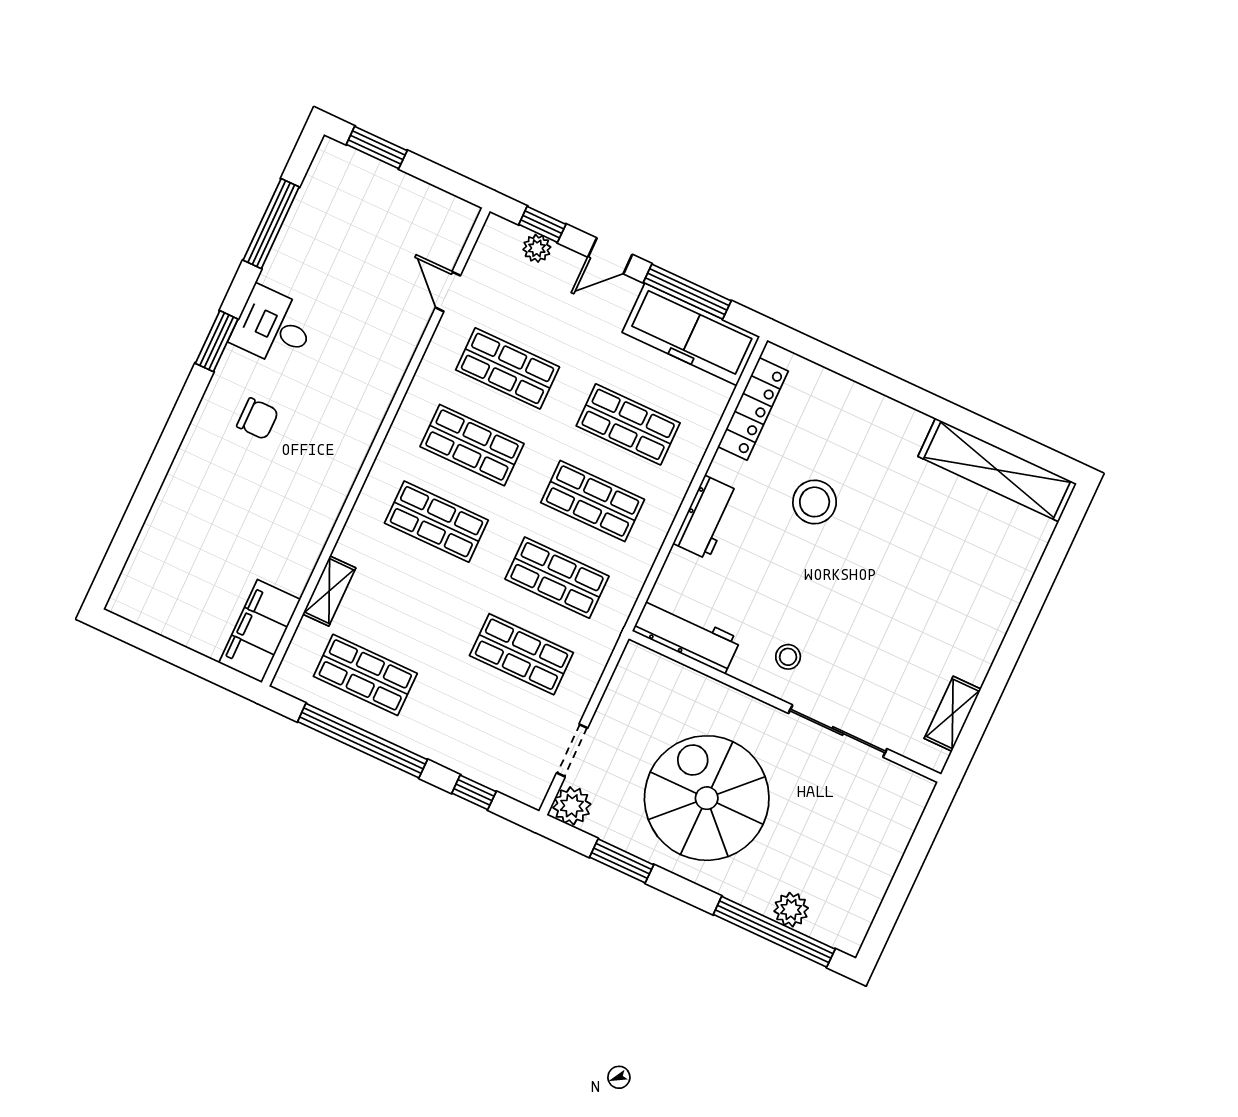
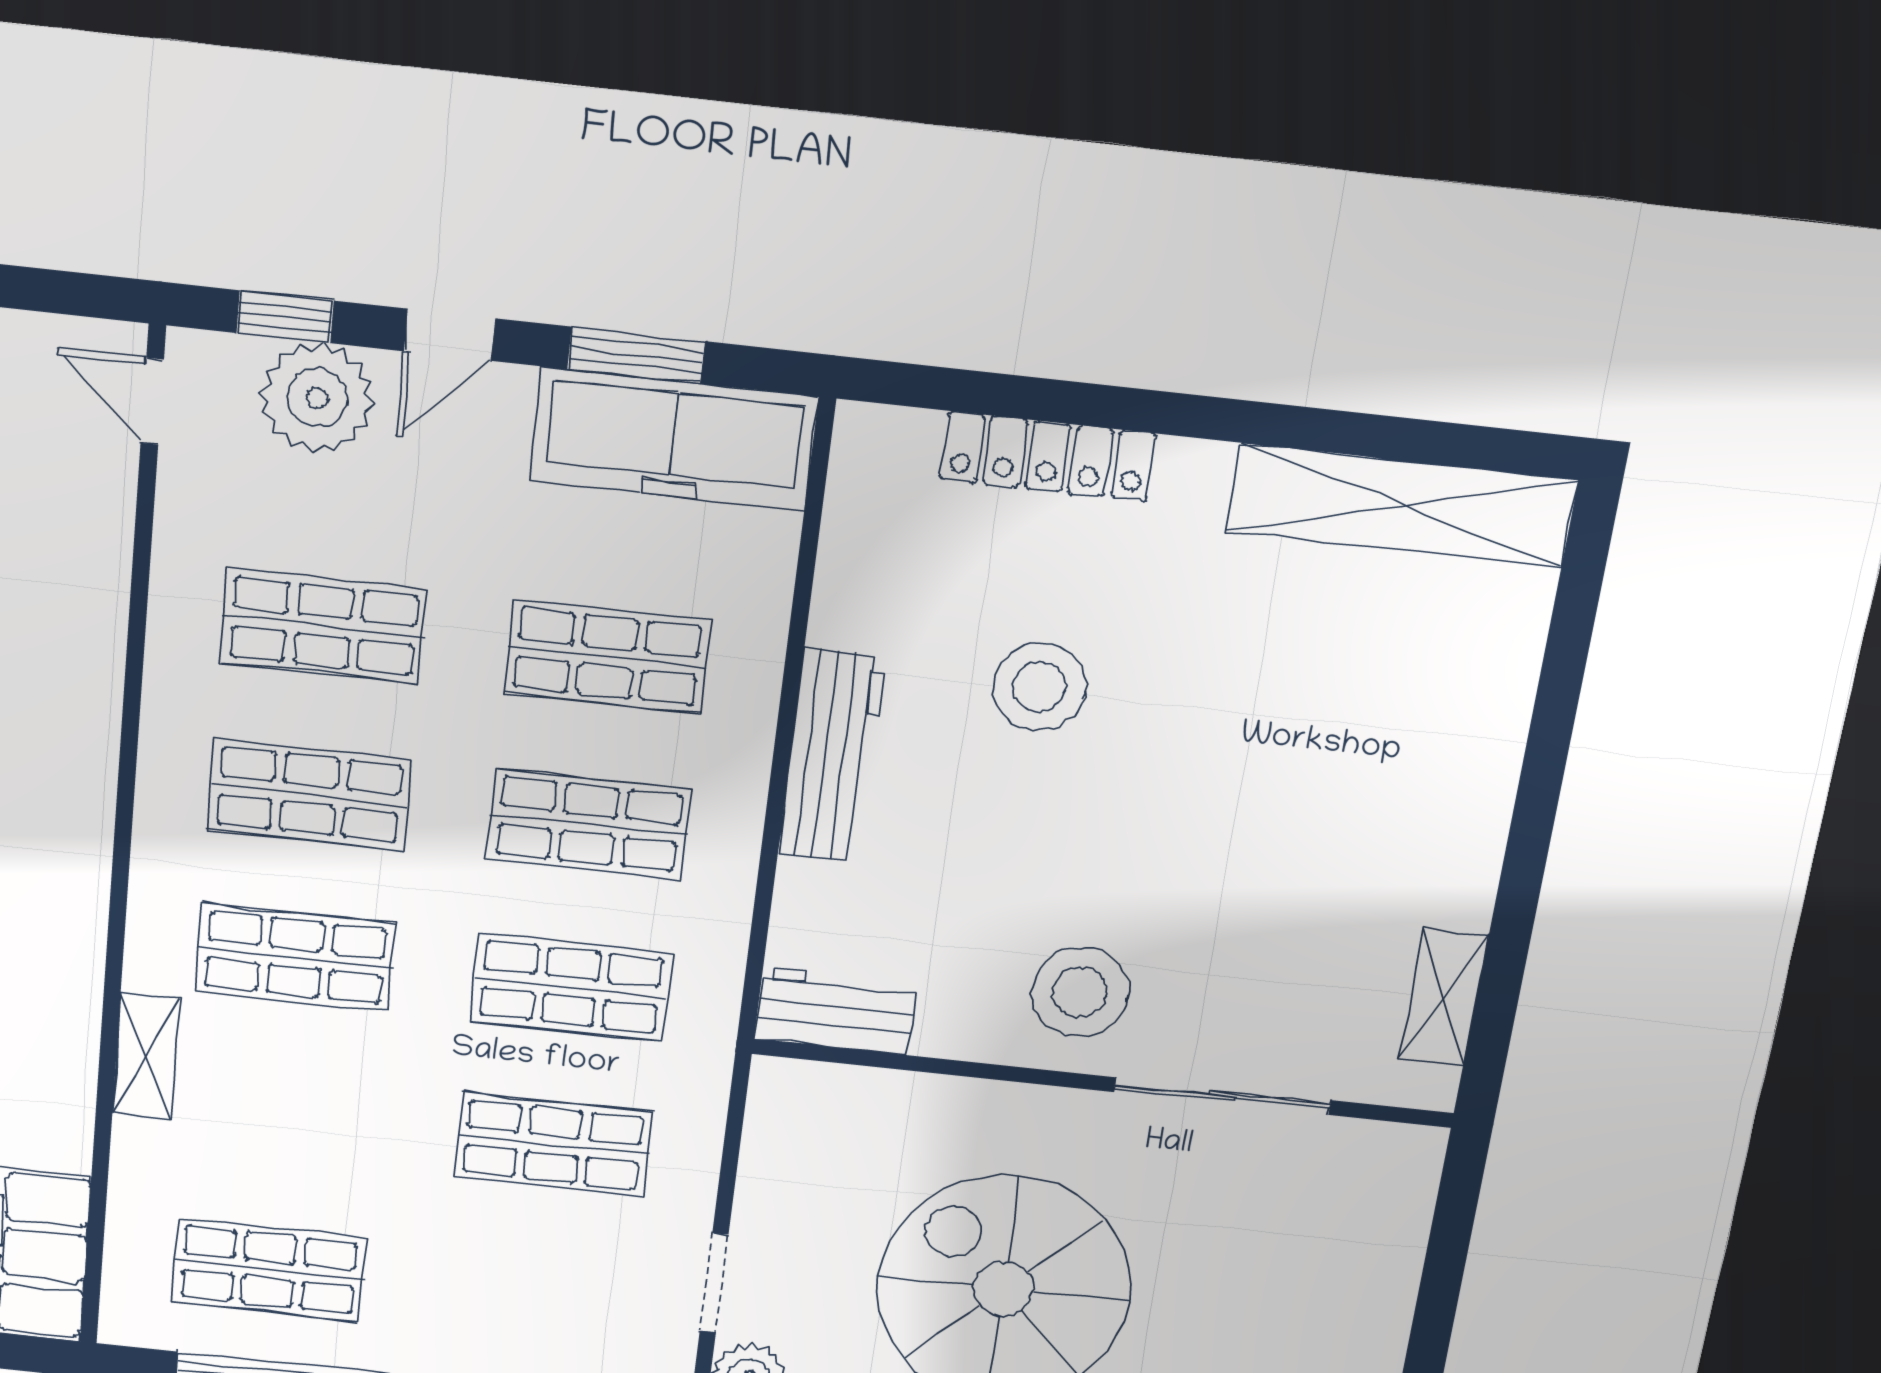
plant: (537, 248) -> (317, 398), width x1.88, depth x1.88
door: (448, 292) -> (152, 401), moved
window: (687, 292) -> (636, 355), width x0.69
locker: (753, 409) -> (1048, 456), moved, turned 90
workbench: (706, 517) -> (832, 756), width x1.38
shelving: (329, 591) -> (146, 1056), moved
workbench: (686, 635) -> (835, 1011), width x0.73
stool: (788, 657) -> (1080, 992), width x1.89, depth x1.89

